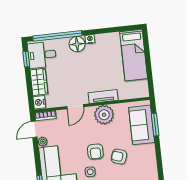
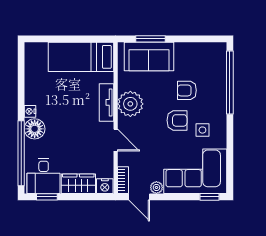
bed: (134, 55) -> (81, 57), moved, turned 180
armchair: (119, 157) -> (187, 90), turned 72

